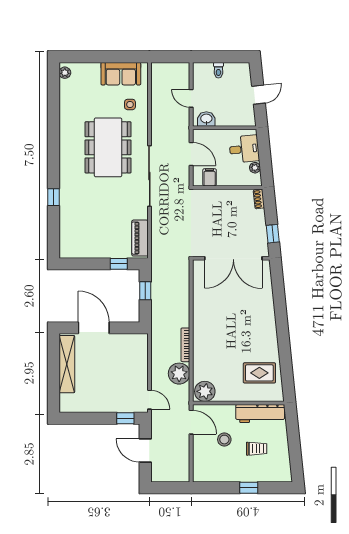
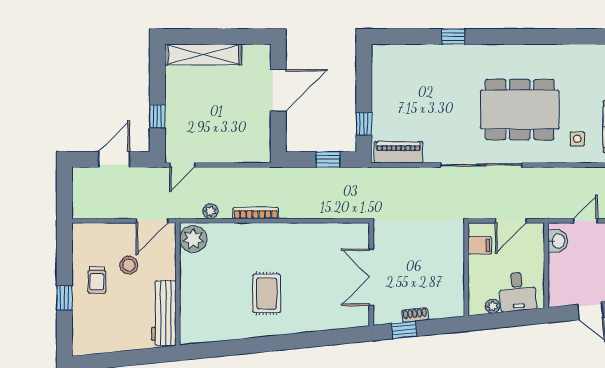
shoe rack: (259, 199) -> (415, 315), moved
double door: (233, 258) -> (371, 277), width x0.73
shelving: (67, 364) -> (203, 54), moved
rug: (259, 373) -> (267, 293), moved
plant: (179, 374) -> (210, 211), width x0.53, depth x0.53
window: (125, 418) -> (157, 116), moved
trolley: (257, 449) -> (97, 280), moved

